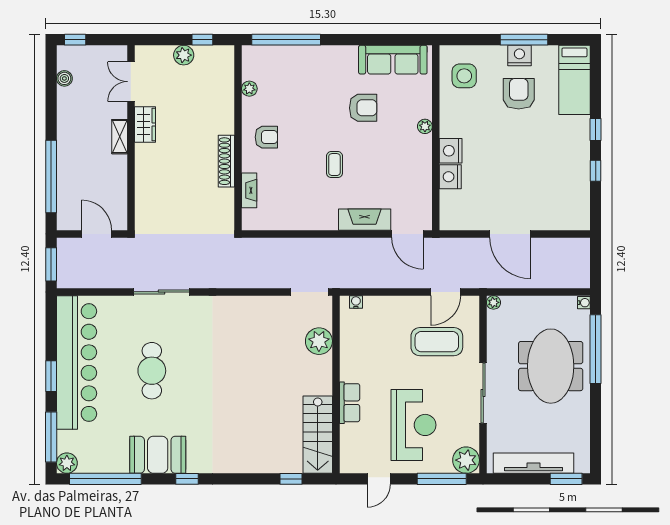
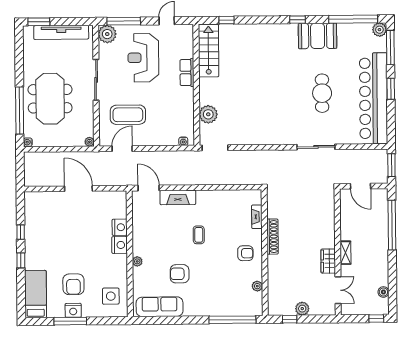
armchair: (266, 137) -> (245, 253), turned 180

